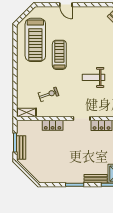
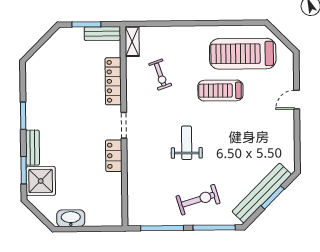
treadmill: (59, 55) -> (220, 91), turned 180
locker: (53, 125) -> (113, 81), width x1.53
bench: (21, 147) -> (102, 34), moved

